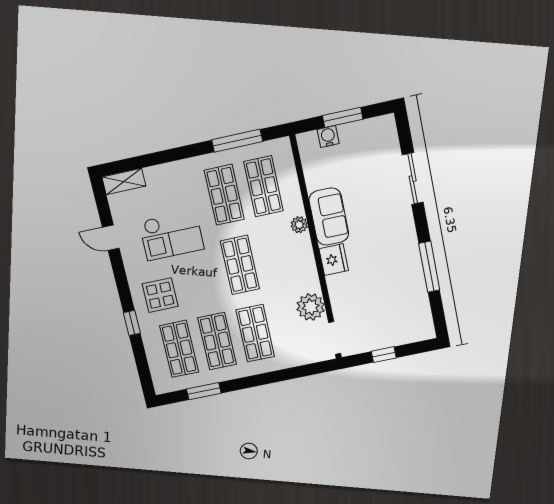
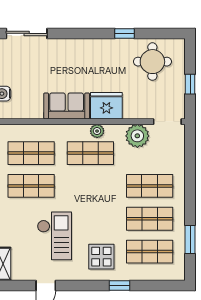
sliding door: (413, 179) -> (27, 33), moved
plant: (299, 225) -> (97, 131), moved
fridge: (334, 260) -> (106, 106), width x1.36, depth x1.34
shop shelf: (240, 265) -> (90, 153), moved
window: (429, 267) -> (125, 33), width x0.46
round table: (402, 306) -> (152, 62), added

